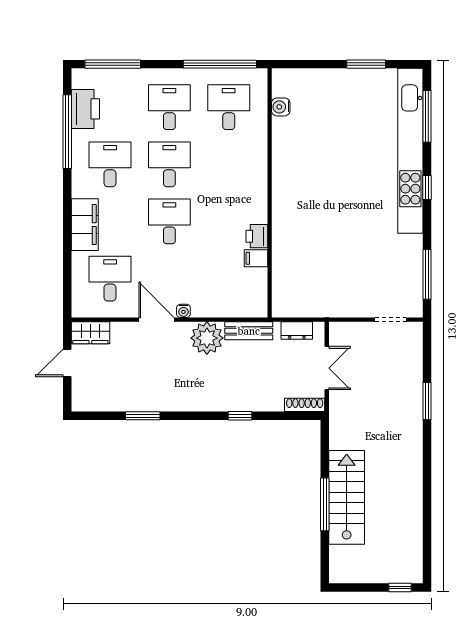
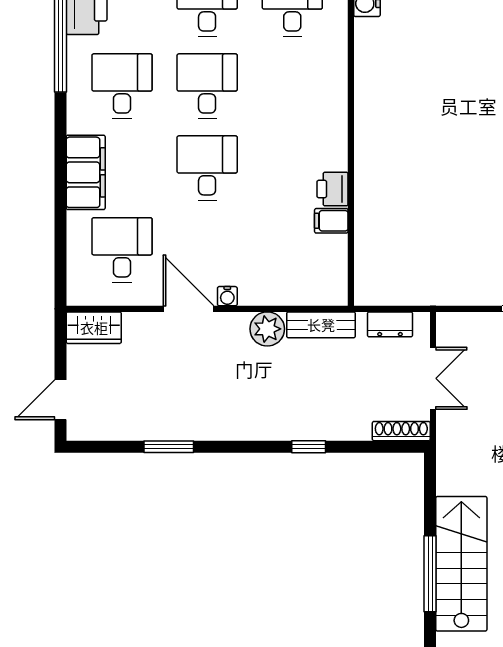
plant: (207, 338) -> (267, 329), width x0.73, depth x0.73
door: (67, 363) -> (60, 400), moved

